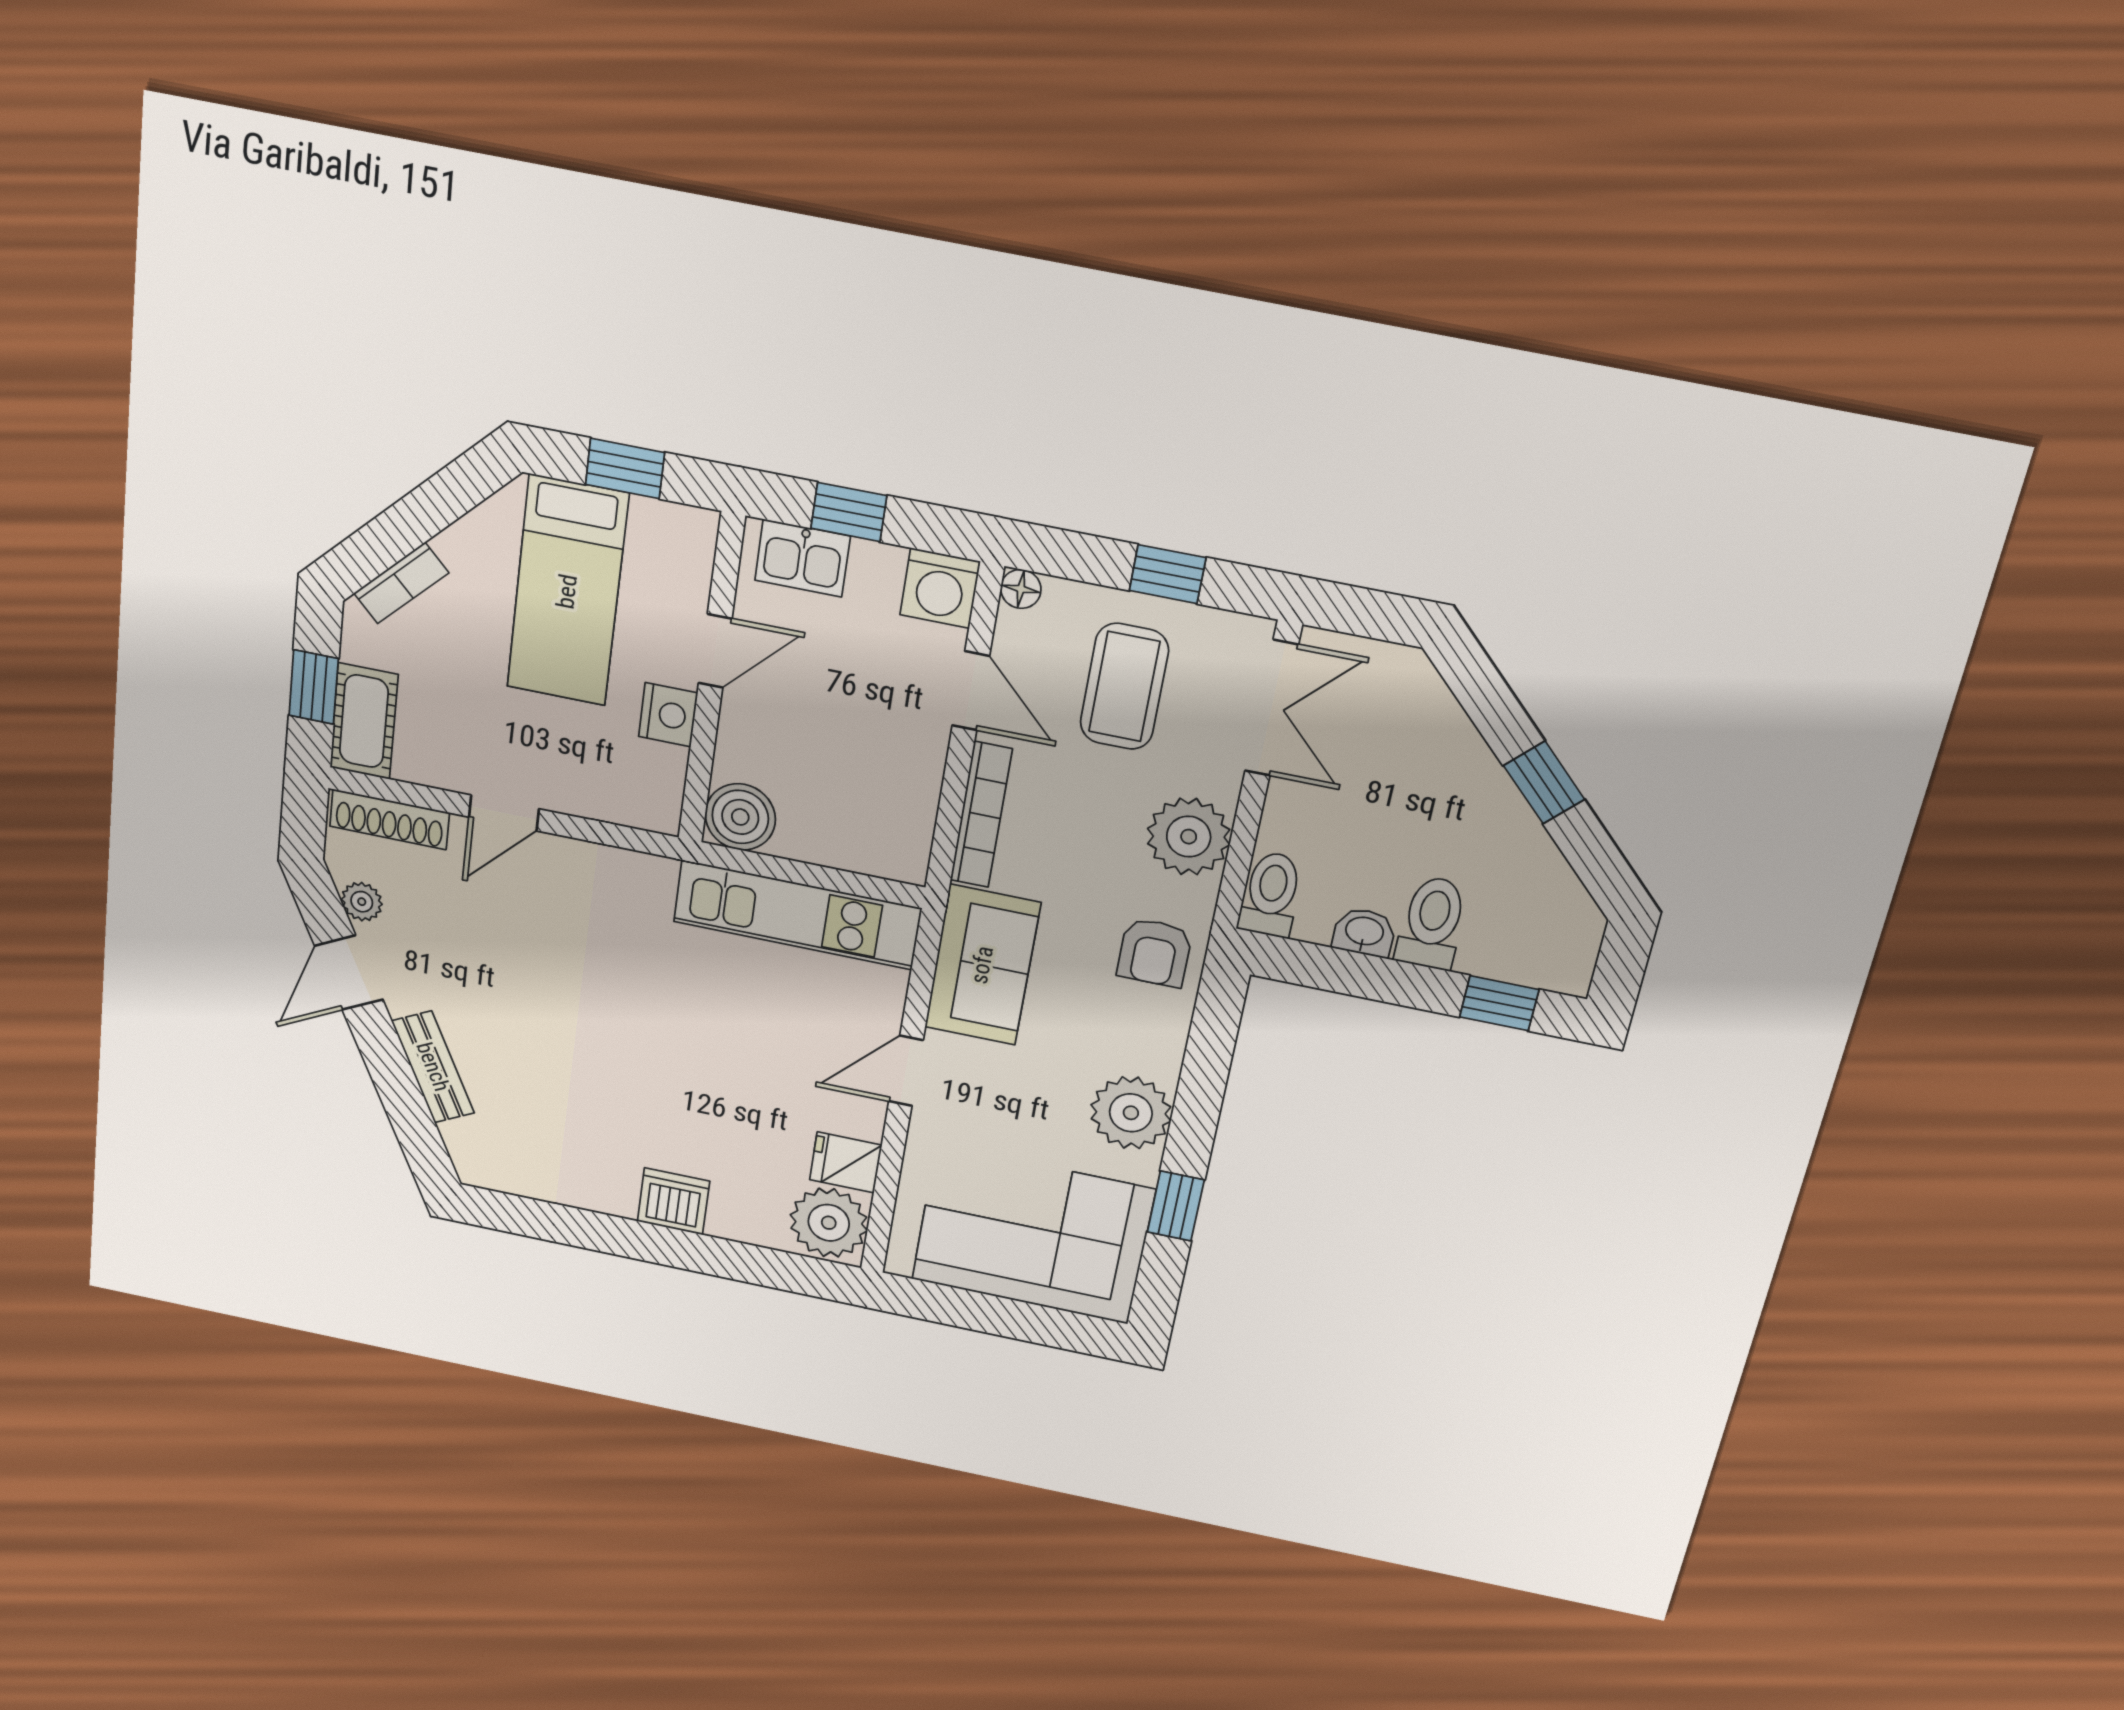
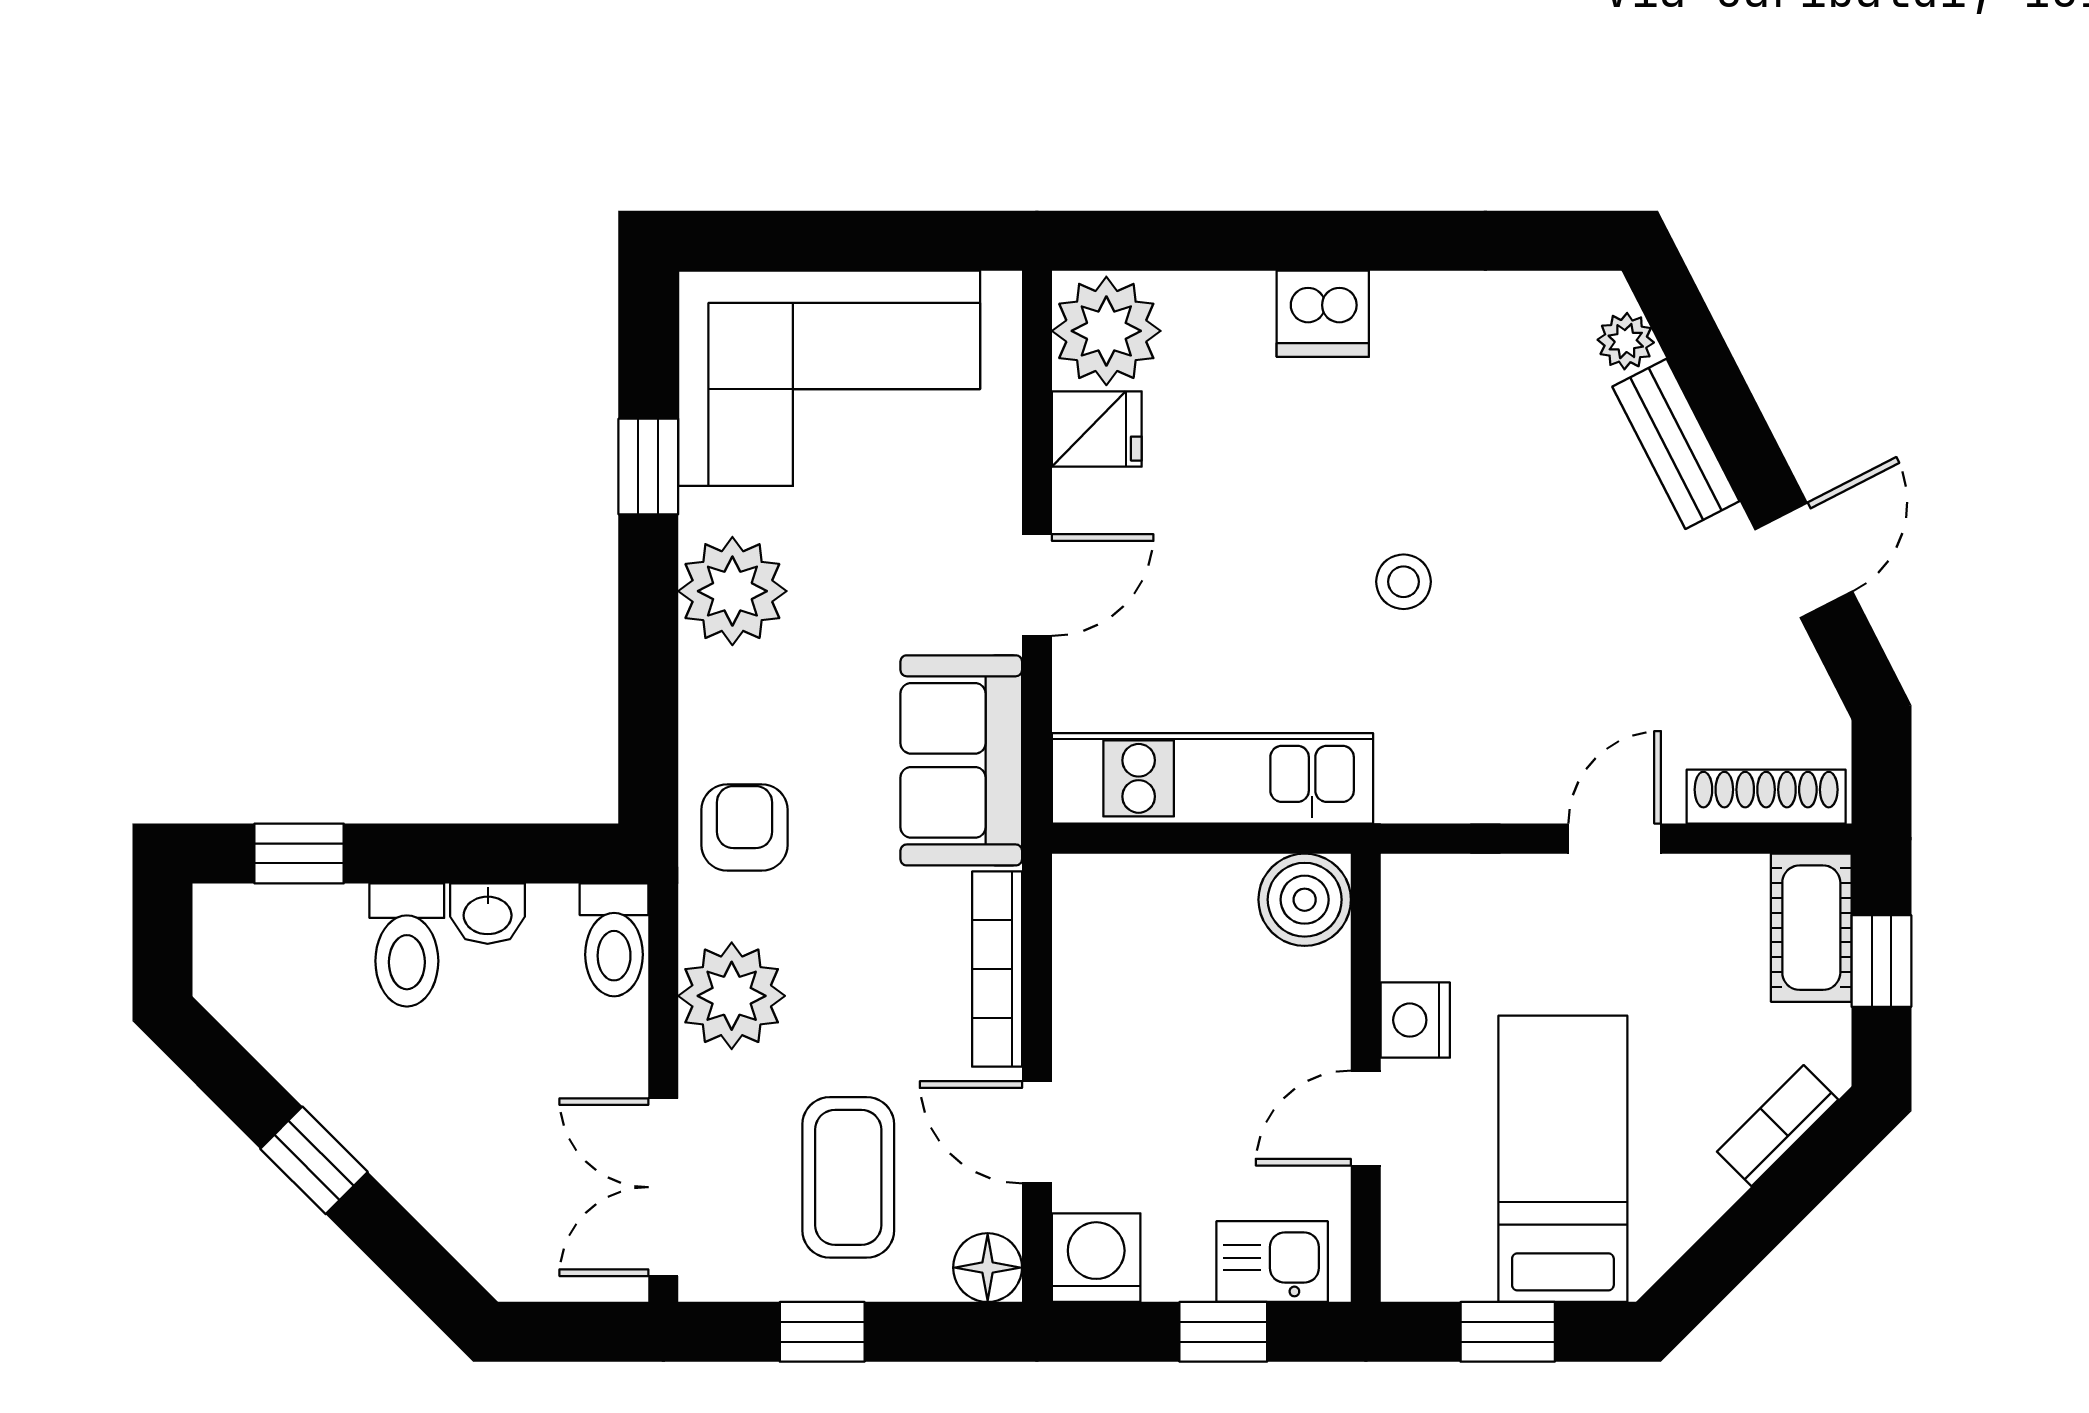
floor lamp: (1021, 589) -> (988, 1268), width x1.37, depth x1.37
plant: (362, 902) -> (1626, 341), moved
stool: (638, 1018) -> (1404, 582), added

